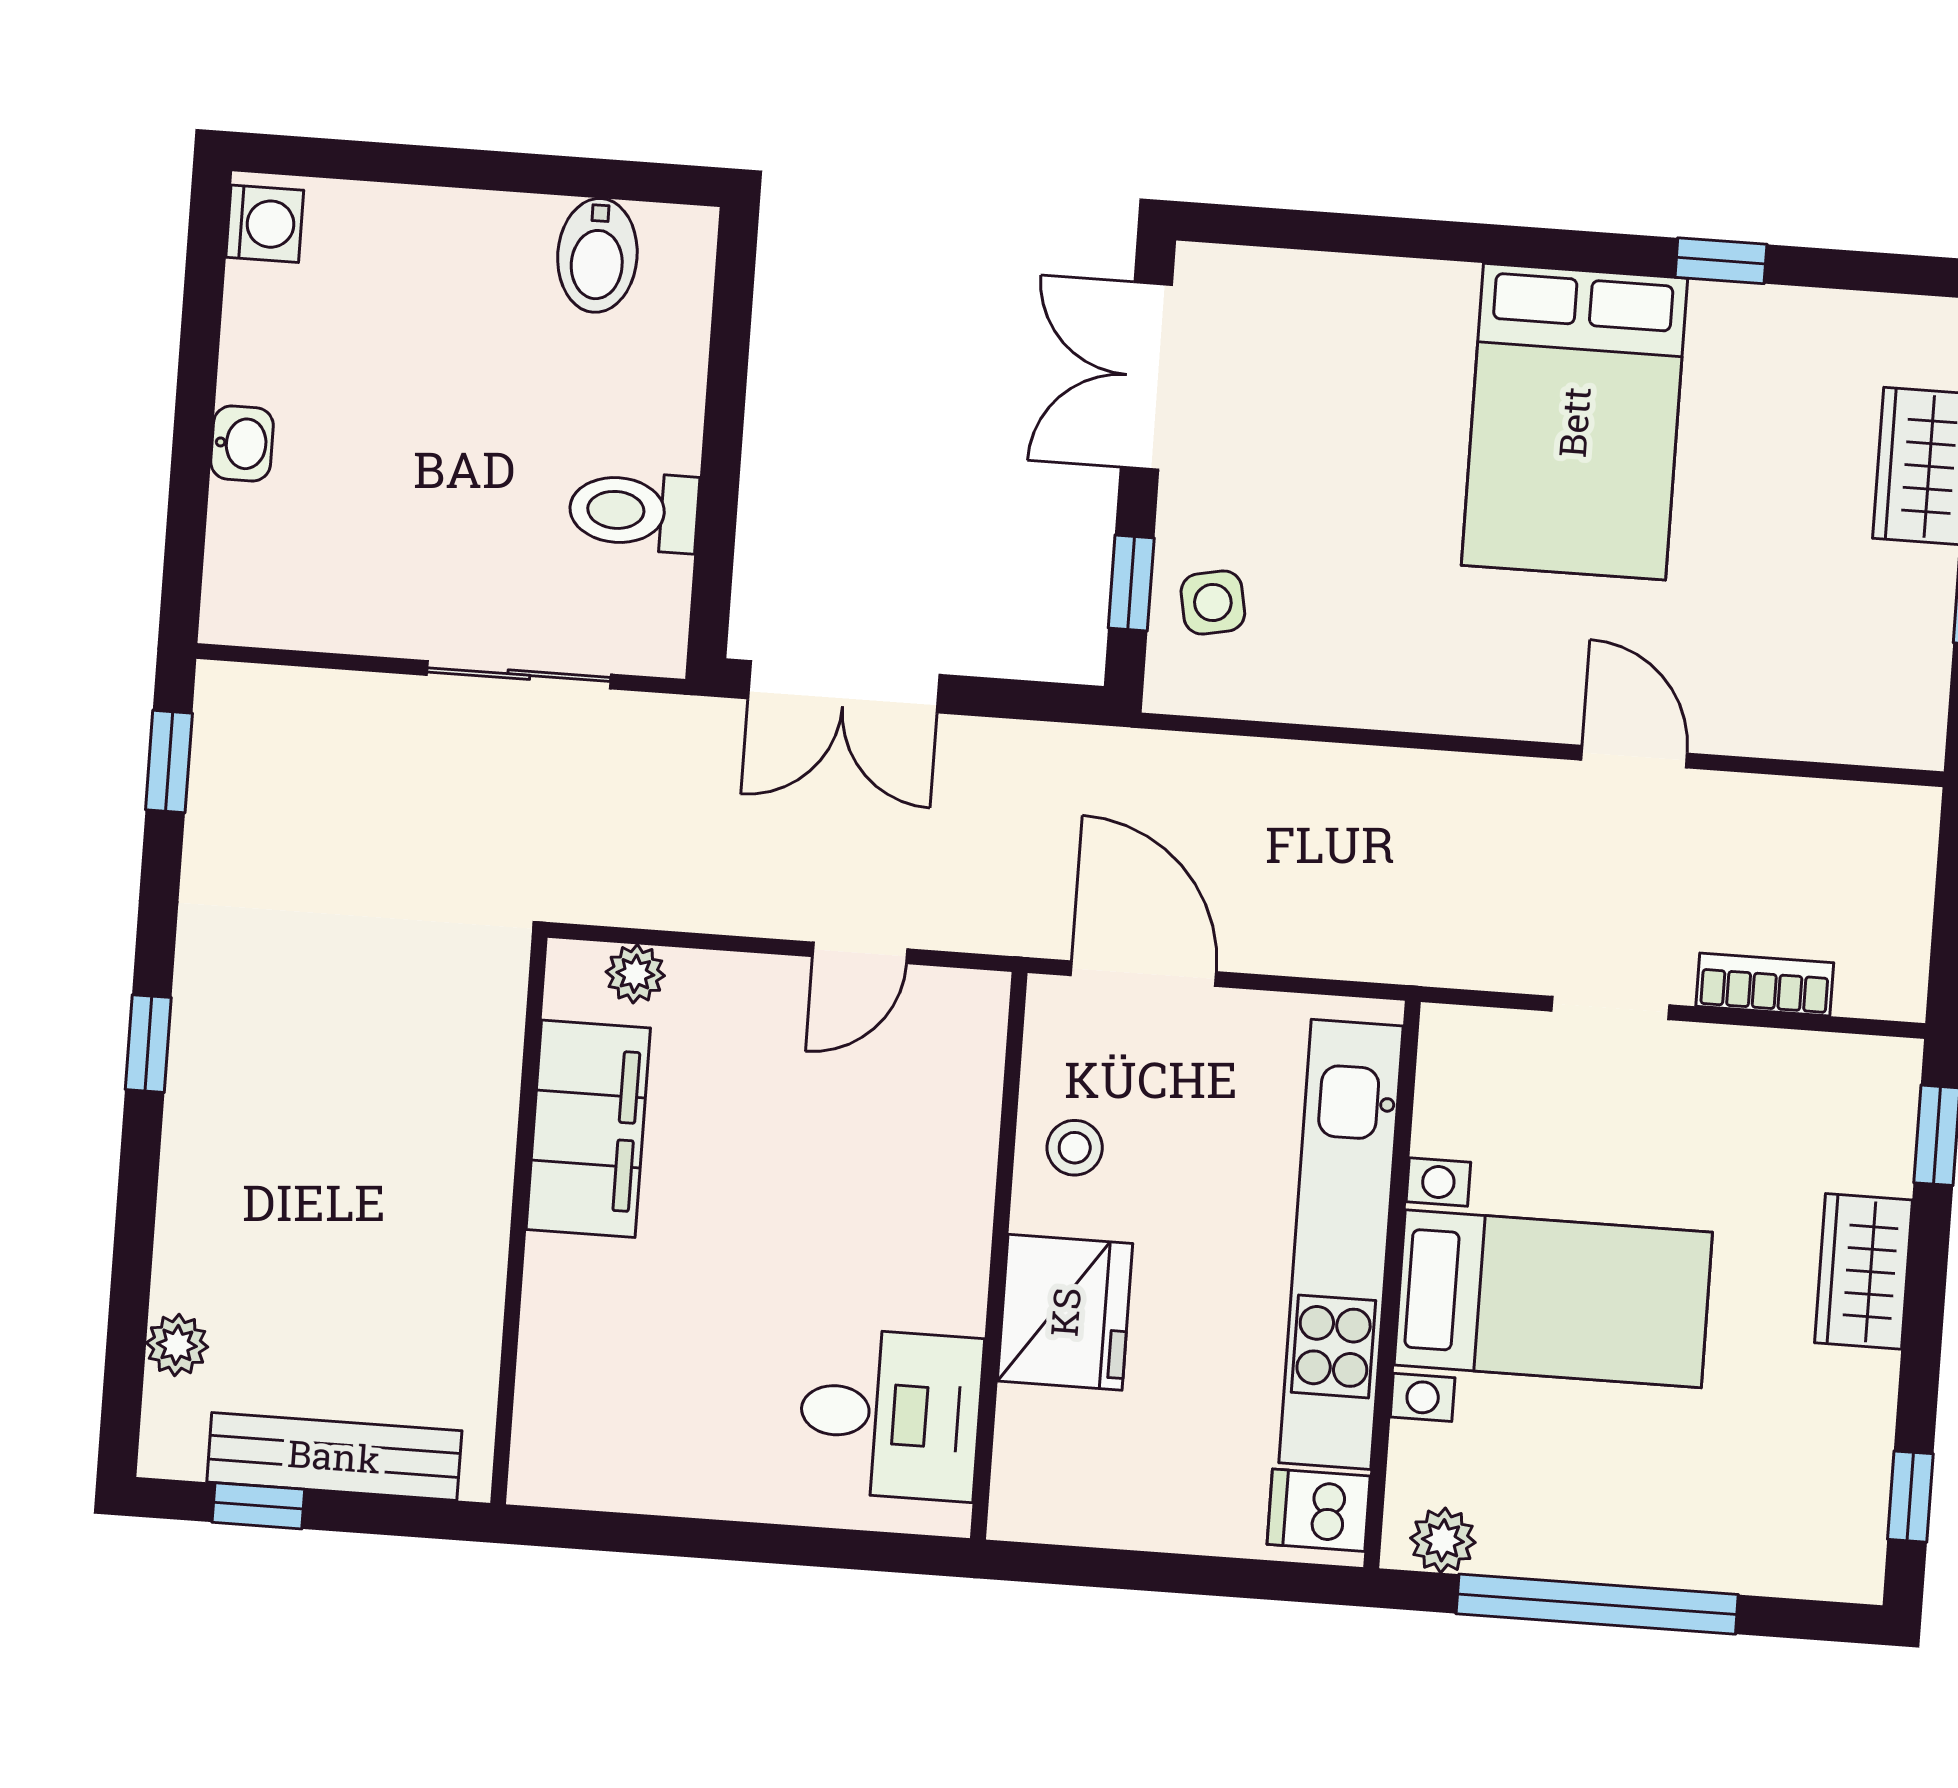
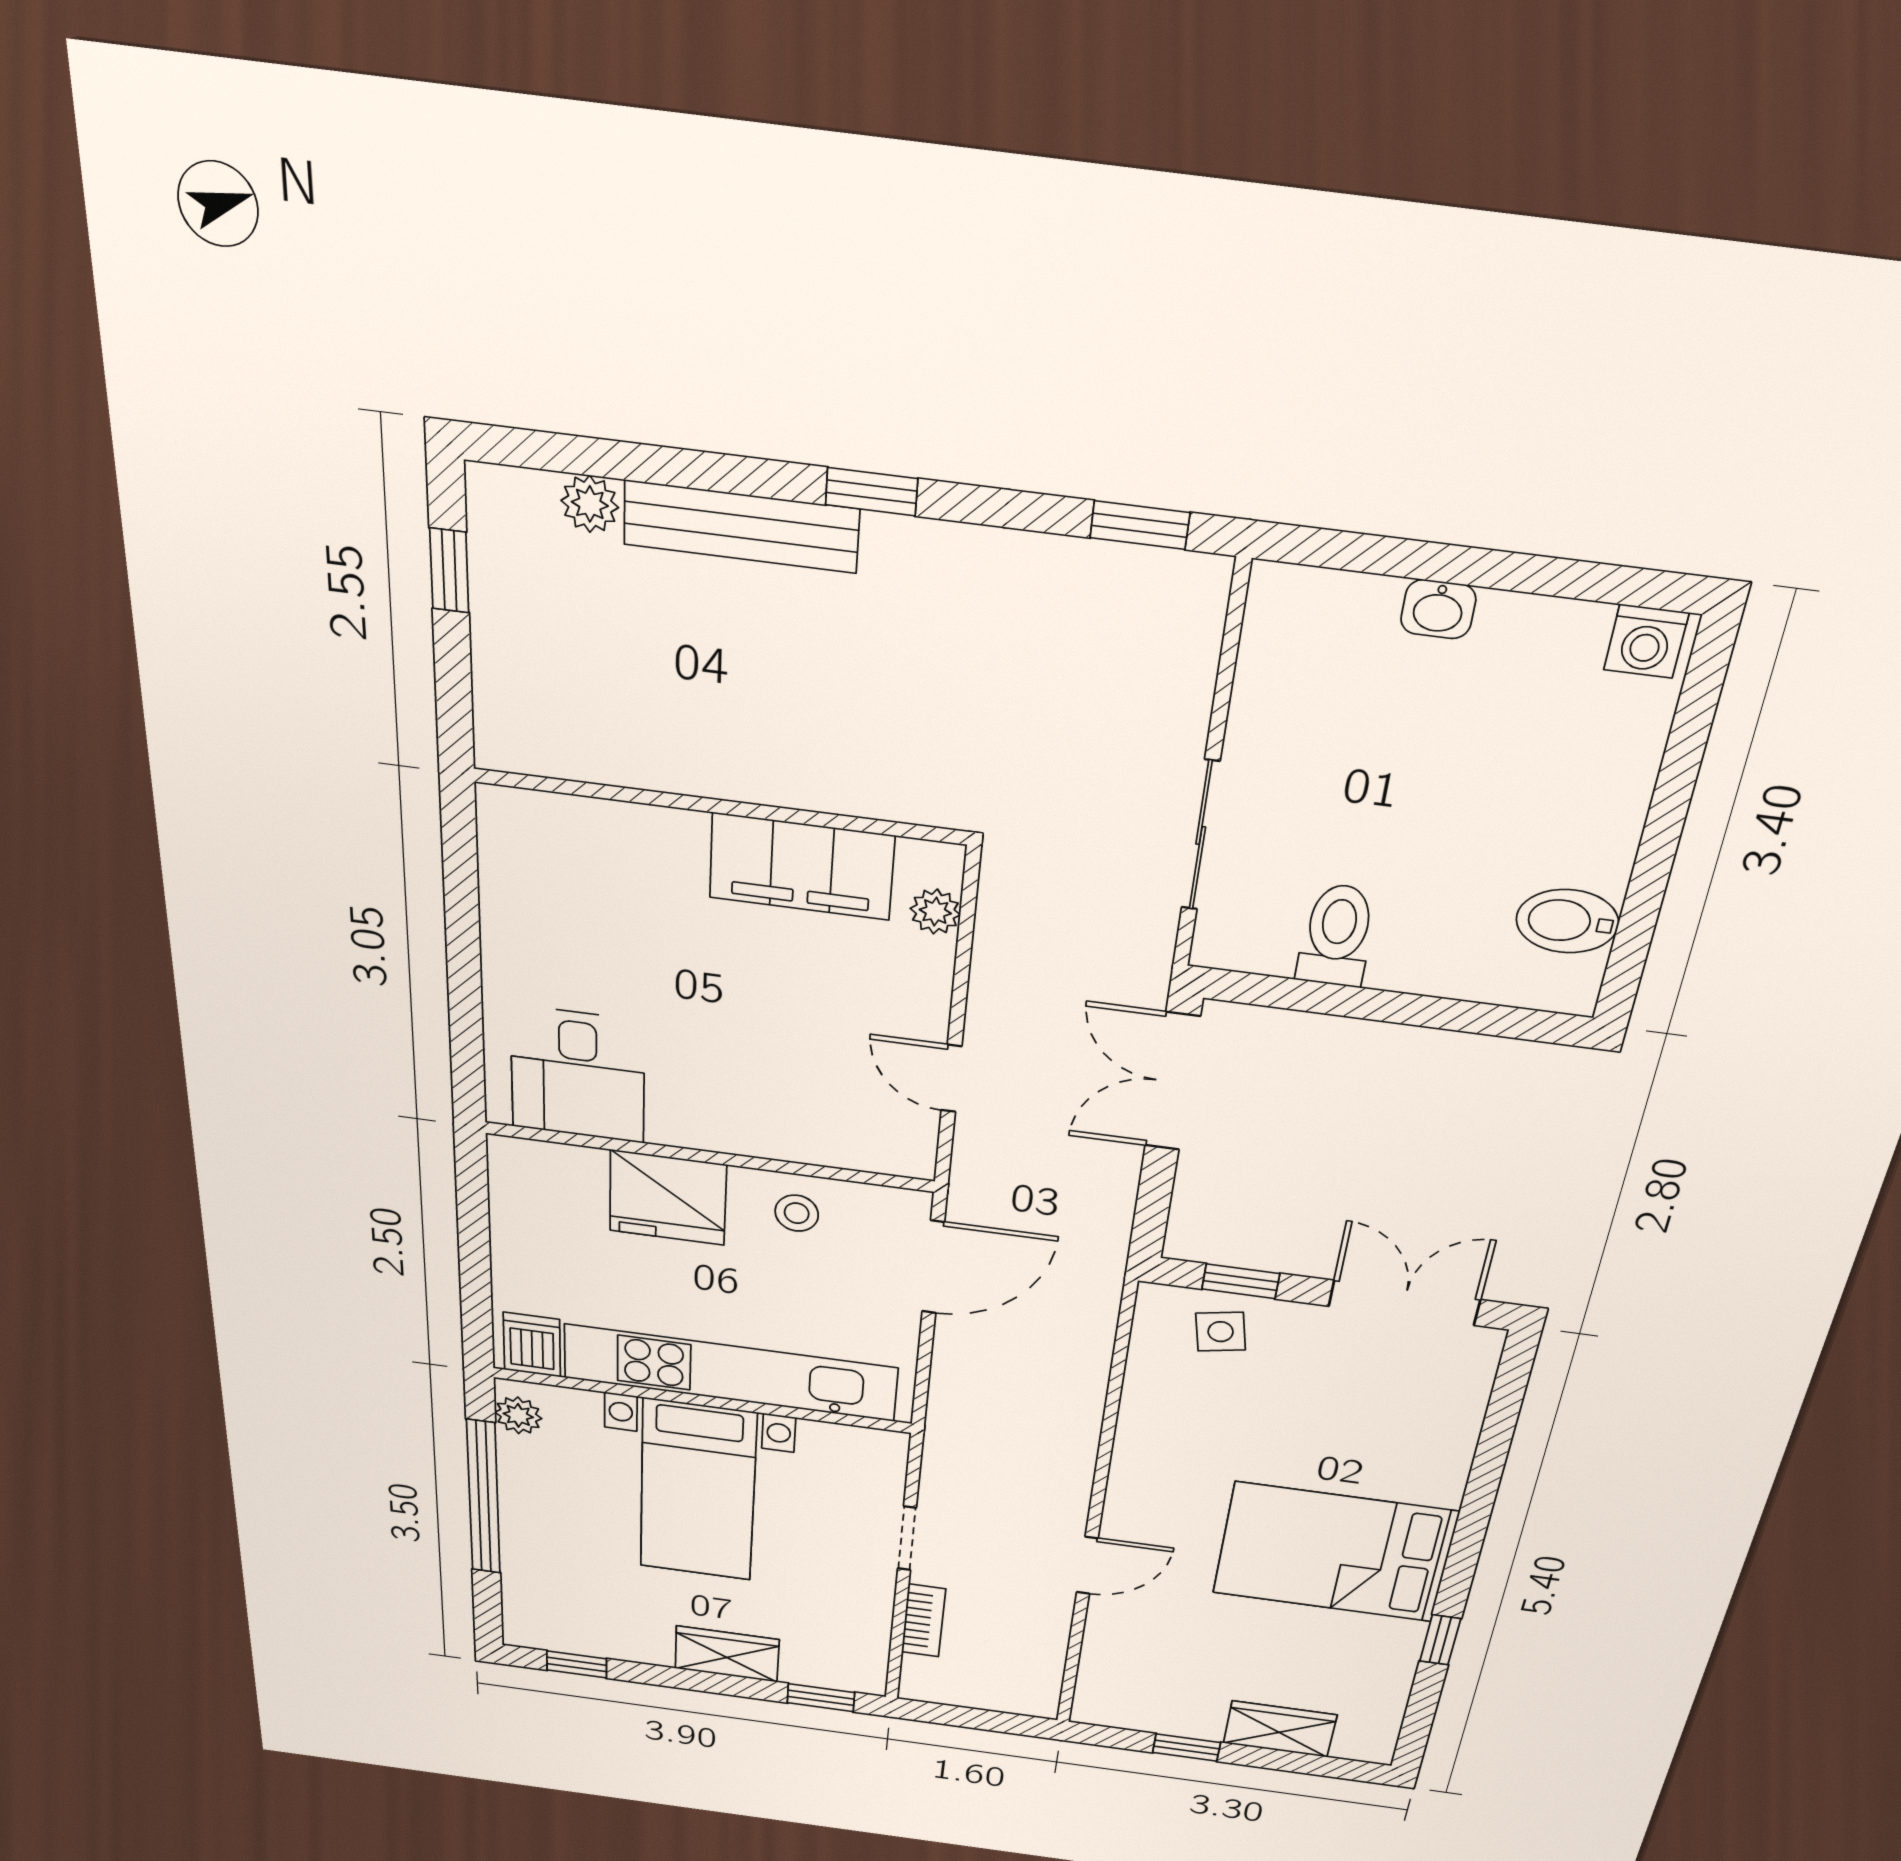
bench: (334, 1456) -> (741, 527), moved, turned 90

